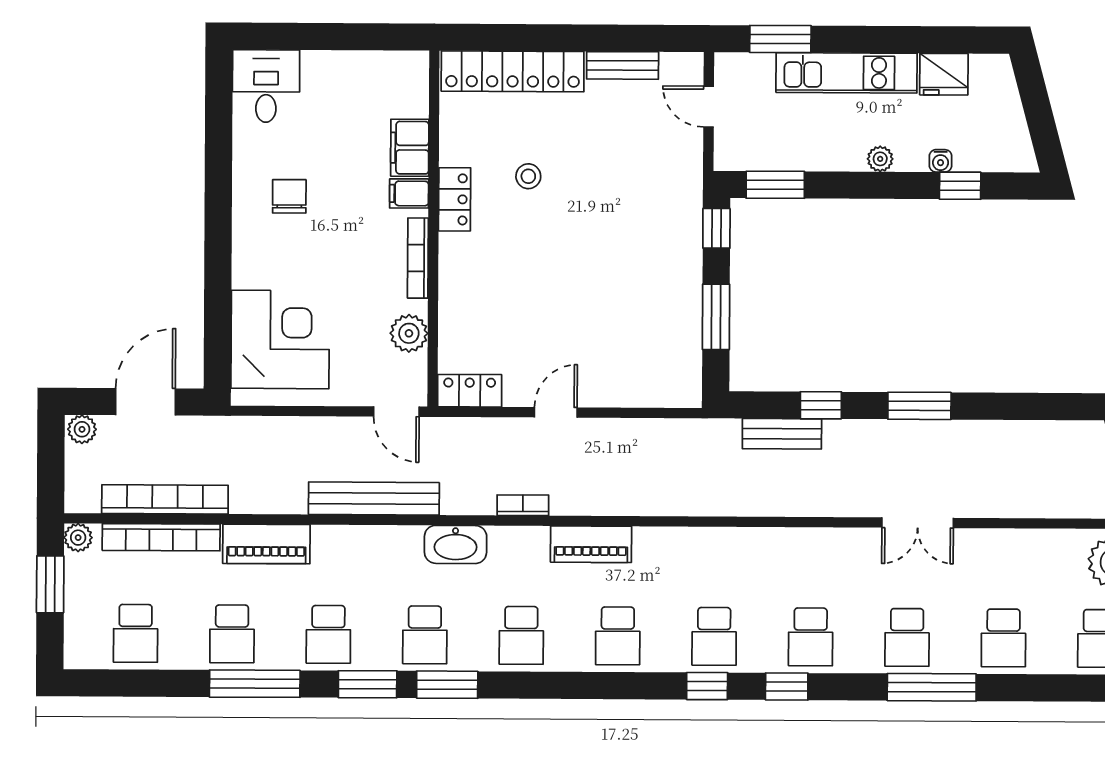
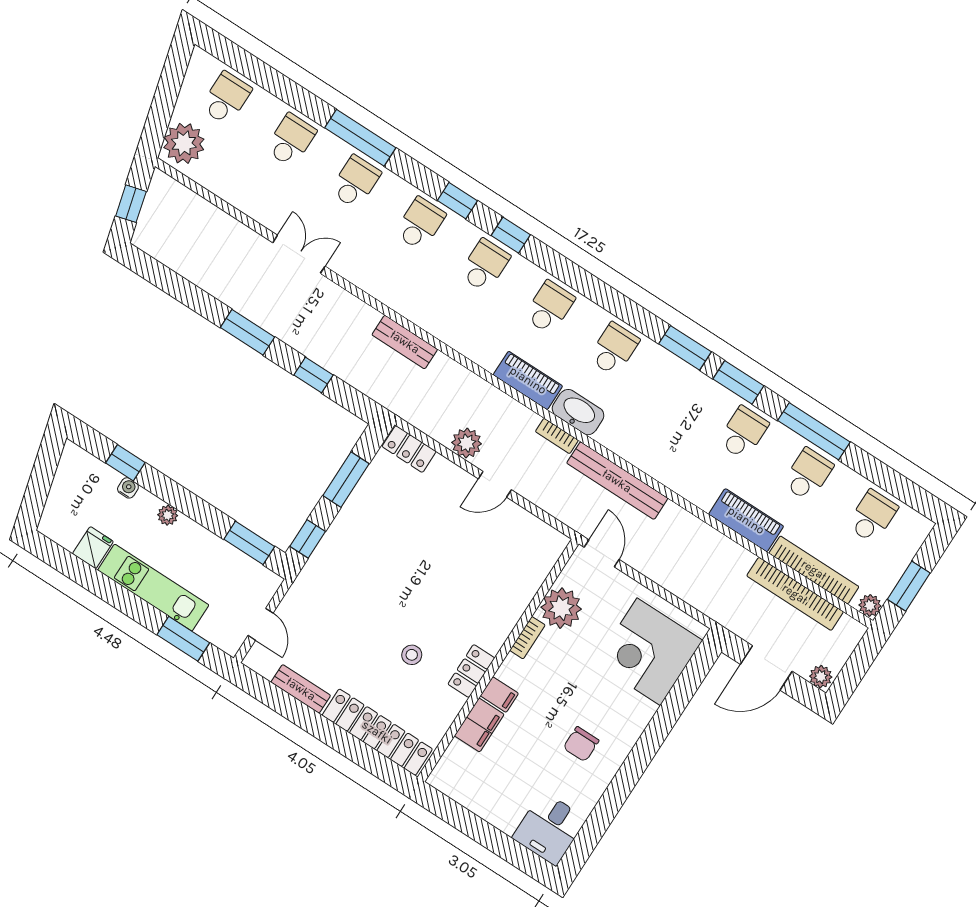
fridge: (944, 74) -> (93, 548), width x0.72
bookcase: (418, 258) -> (527, 638), width x0.64
plant: (409, 333) -> (561, 608), width x1.36, depth x1.36
locker: (470, 391) -> (409, 449), moved
bench: (782, 434) -> (405, 342), moved
plant: (613, 437) -> (467, 443), added
bench: (374, 499) -> (617, 481), moved
washbasin: (456, 544) -> (578, 412), moved
school desk: (425, 635) -> (679, 391), removed

